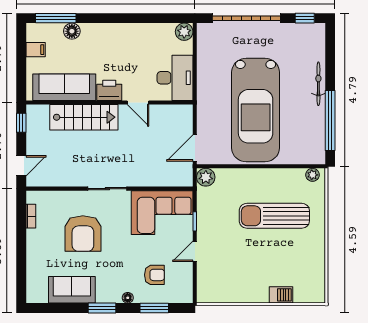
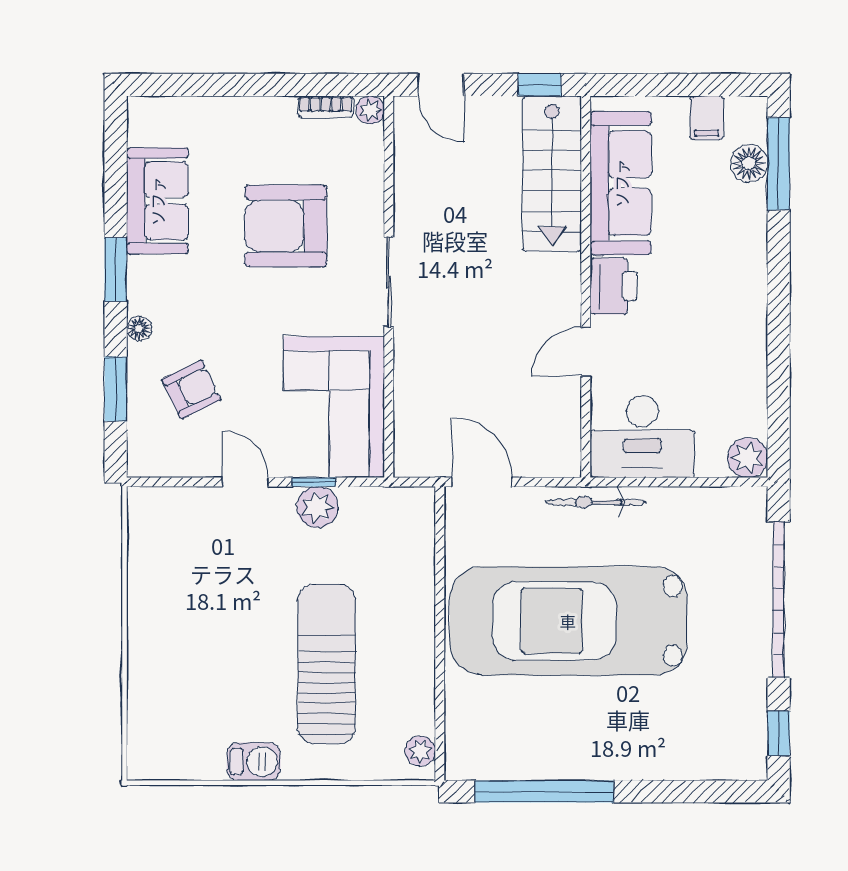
floor lamp: (72, 31) -> (749, 163), moved
bicycle: (318, 84) -> (596, 502), moved, turned 180
stairs: (84, 117) -> (552, 174), moved
plant: (206, 177) -> (318, 507), moved
plant: (32, 197) -> (370, 110), added
armchair: (154, 275) -> (191, 389), turned -116
barbecue: (281, 295) -> (254, 762), moved, turned -90

